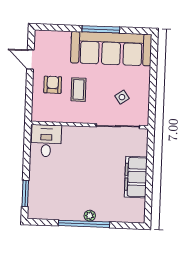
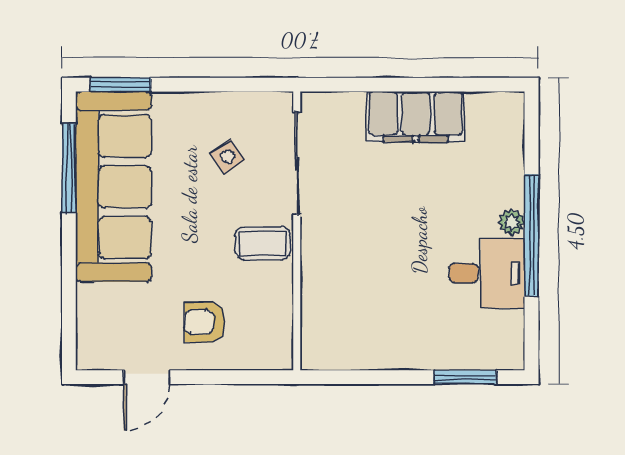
window: (101, 29) -> (69, 168), moved
window: (154, 53) -> (121, 85), added
coffee table: (79, 90) -> (263, 243), moved
desk: (46, 141) -> (487, 273), moved, turned 180

